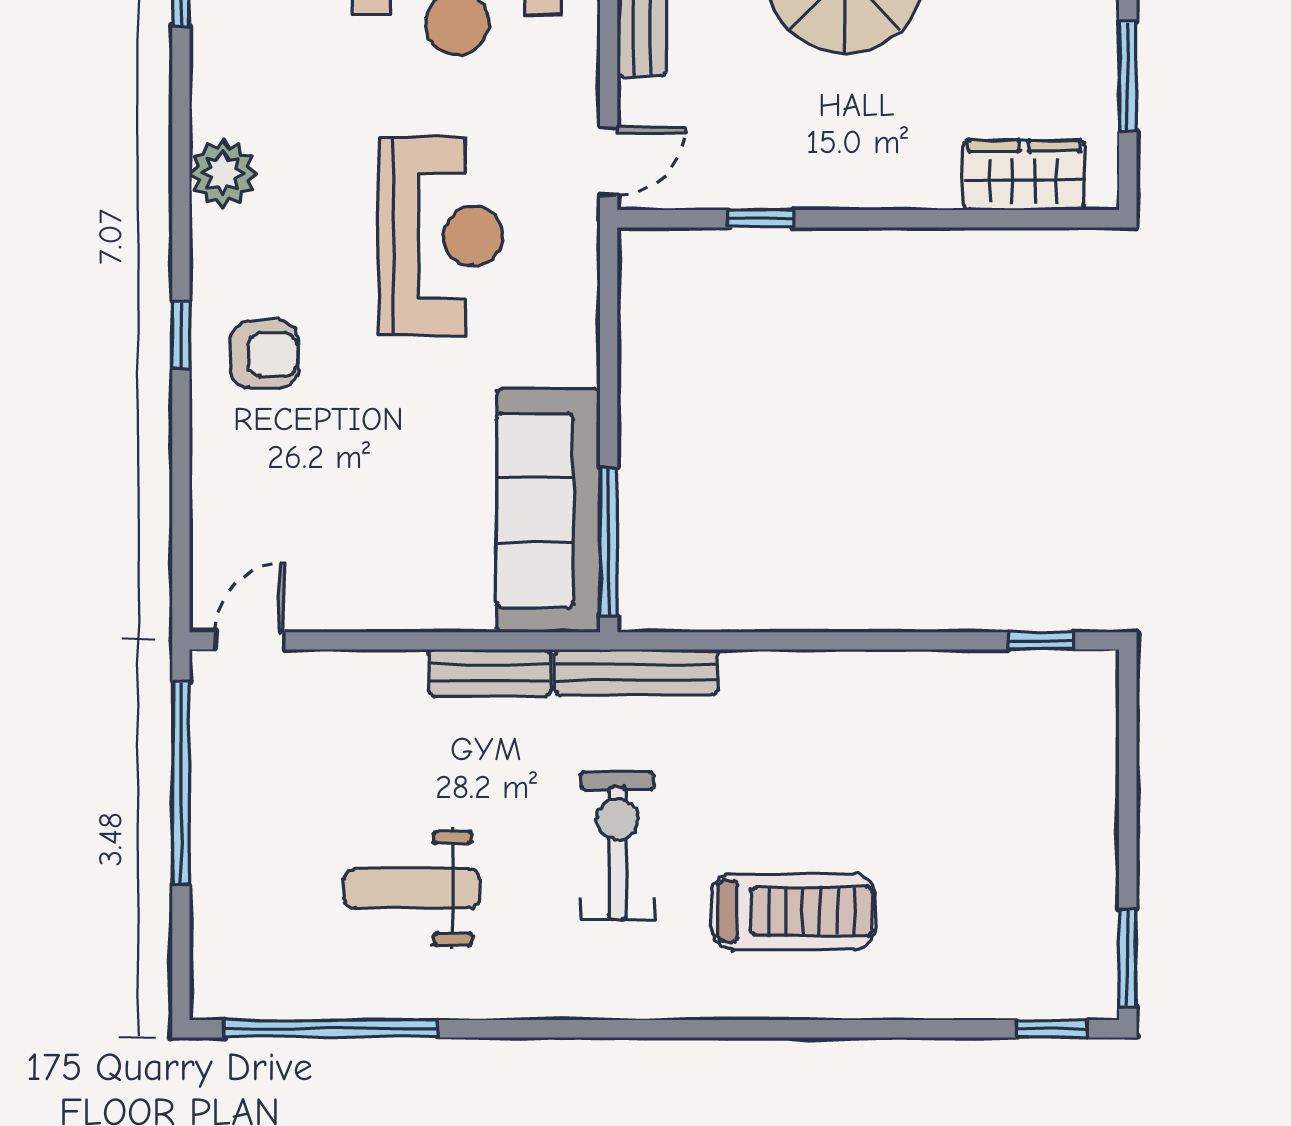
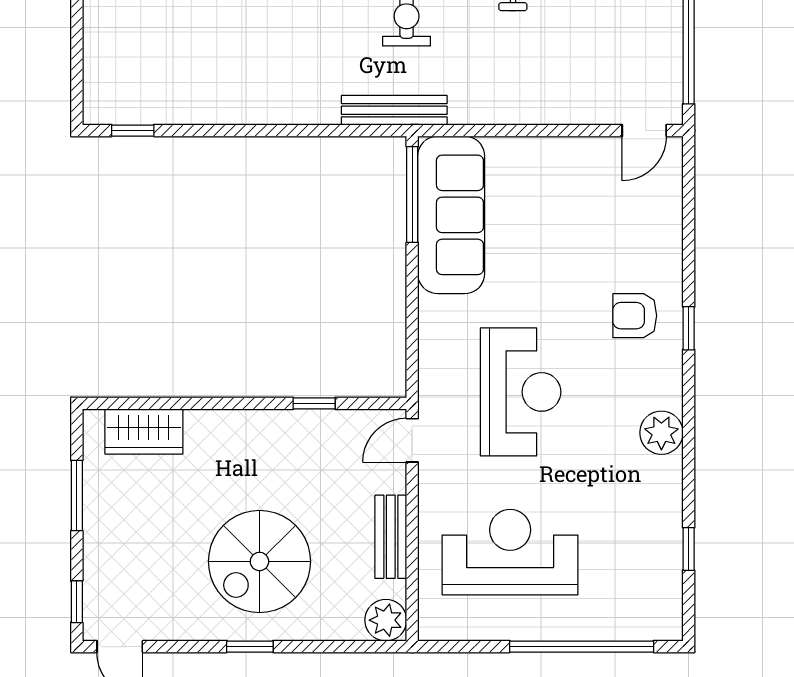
reception desk: (441, 236) -> (521, 392), turned 180
bench: (489, 673) -> (489, 110), removed

